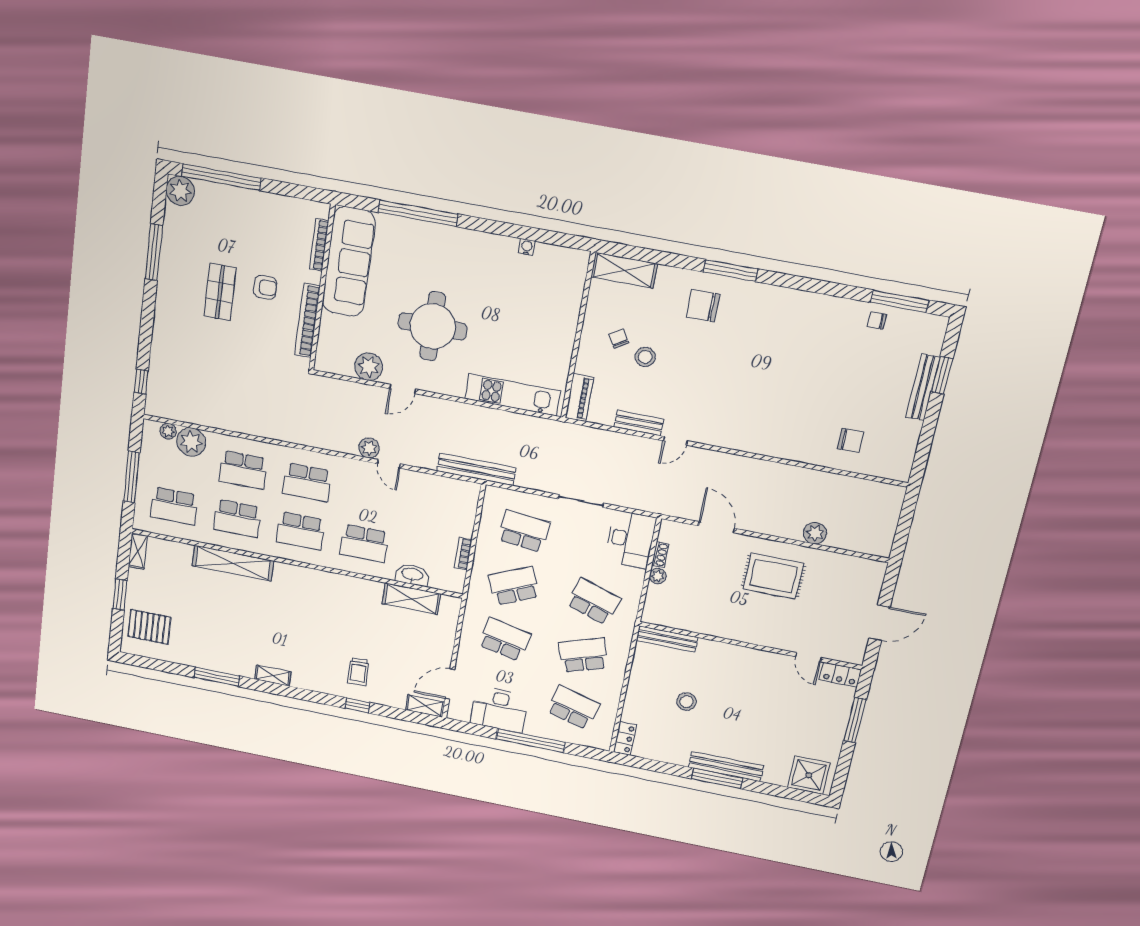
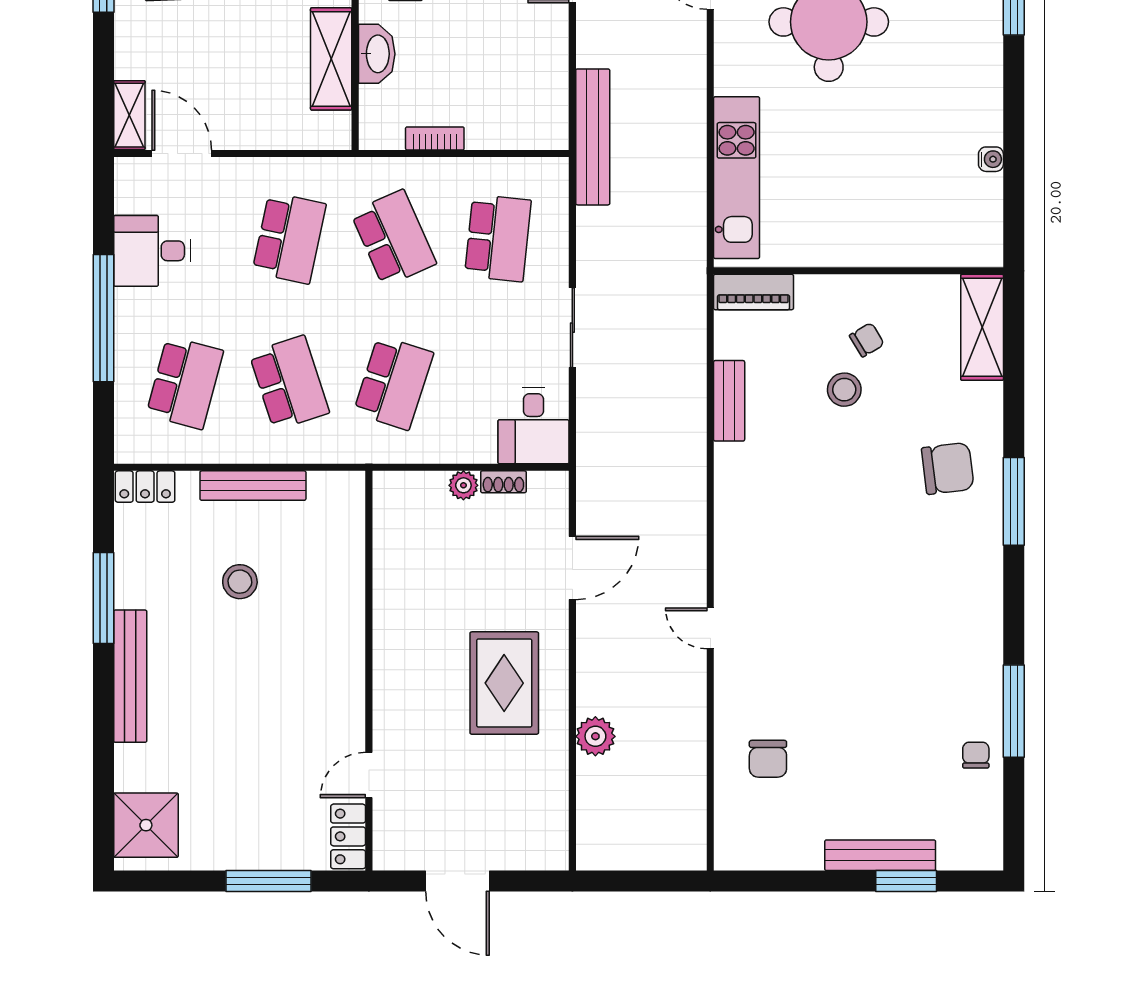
window: (900, 301) -> (1014, 711), moved
chair: (703, 306) -> (948, 468), turned 83
door: (675, 441) -> (710, 628), moved
desk: (631, 539) -> (534, 426), width x0.73
bench: (667, 639) -> (253, 486), moved, turned 90
desk: (499, 709) -> (152, 251), width x0.73
window: (717, 778) -> (103, 598), moved

